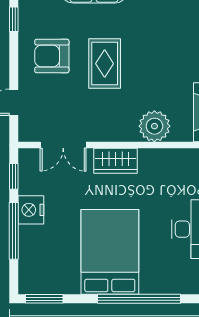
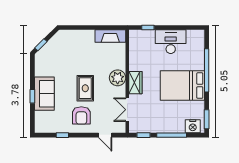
rug: (105, 64) -> (85, 88), turned 90
plant: (154, 126) -> (118, 78), moved
double door: (63, 145) -> (127, 110), swing flipped
nightstand: (31, 210) -> (193, 126), moved

